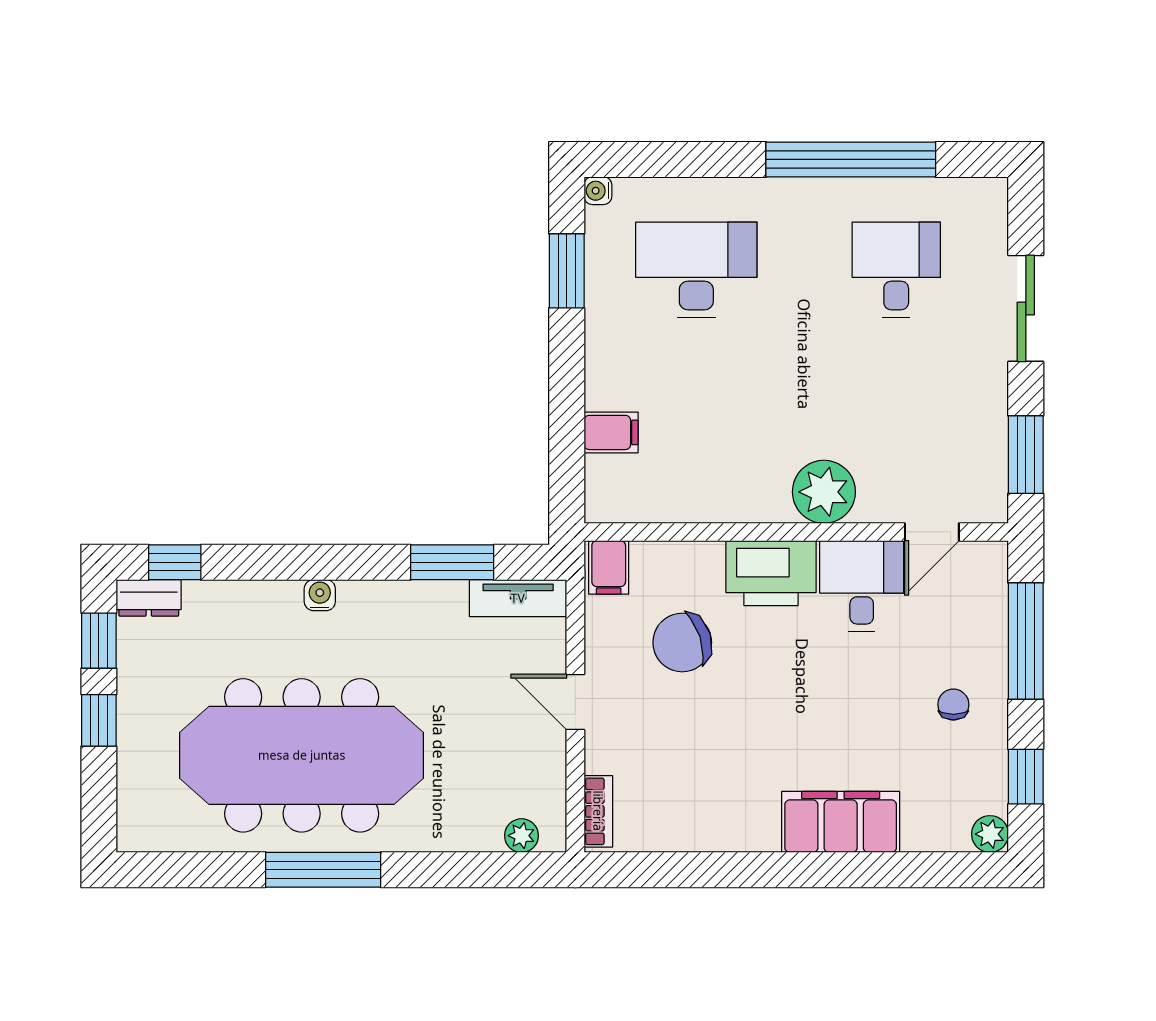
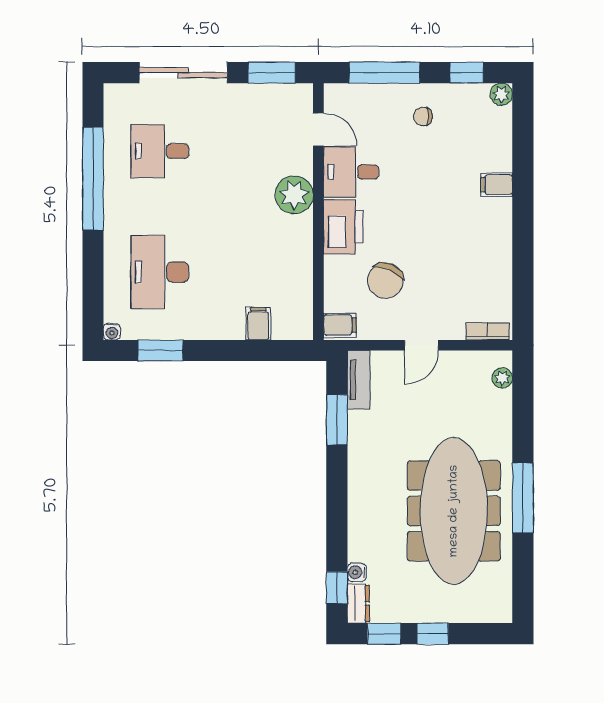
sliding door: (1026, 308) -> (183, 73), width x1.37
water cooler: (320, 595) -> (357, 572), moved
chair: (682, 642) -> (385, 281), turned 41
filing cabinet: (841, 822) -> (497, 185), width x0.33, depth x0.86

